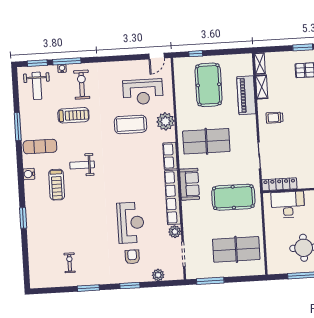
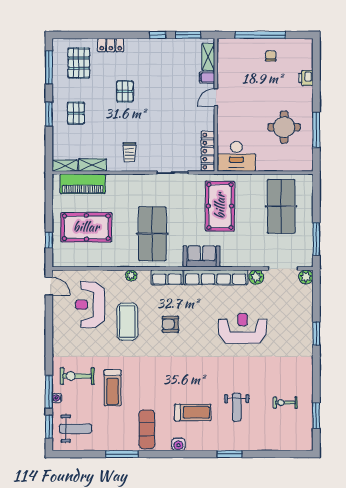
reception desk: (143, 92) -> (90, 305), turned 180
piano: (246, 95) -> (83, 184), moved
treadmill: (73, 115) -> (113, 388), turned 180
plant: (165, 121) -> (131, 275), width x0.53, depth x0.53
weight bench: (82, 165) -> (237, 407), moved
desk: (288, 205) -> (236, 156), moved, turned -90
armchair: (132, 257) -> (170, 324), moved
plant: (158, 275) -> (306, 277), moved
window: (88, 288) -> (316, 416), moved

